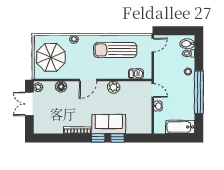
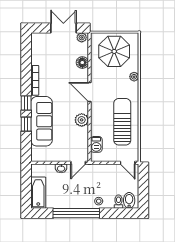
sofa: (109, 124) -> (41, 121), width x1.36

